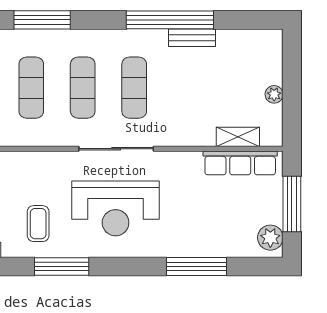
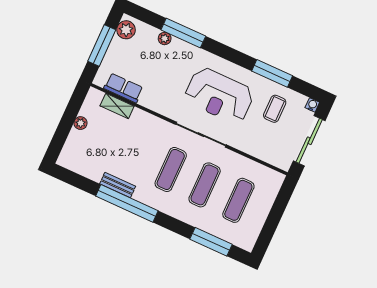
row of seats: (240, 163) -> (123, 88), width x0.68
reception desk: (116, 208) -> (219, 95), turned 180
plant: (217, 249) -> (165, 38), added

